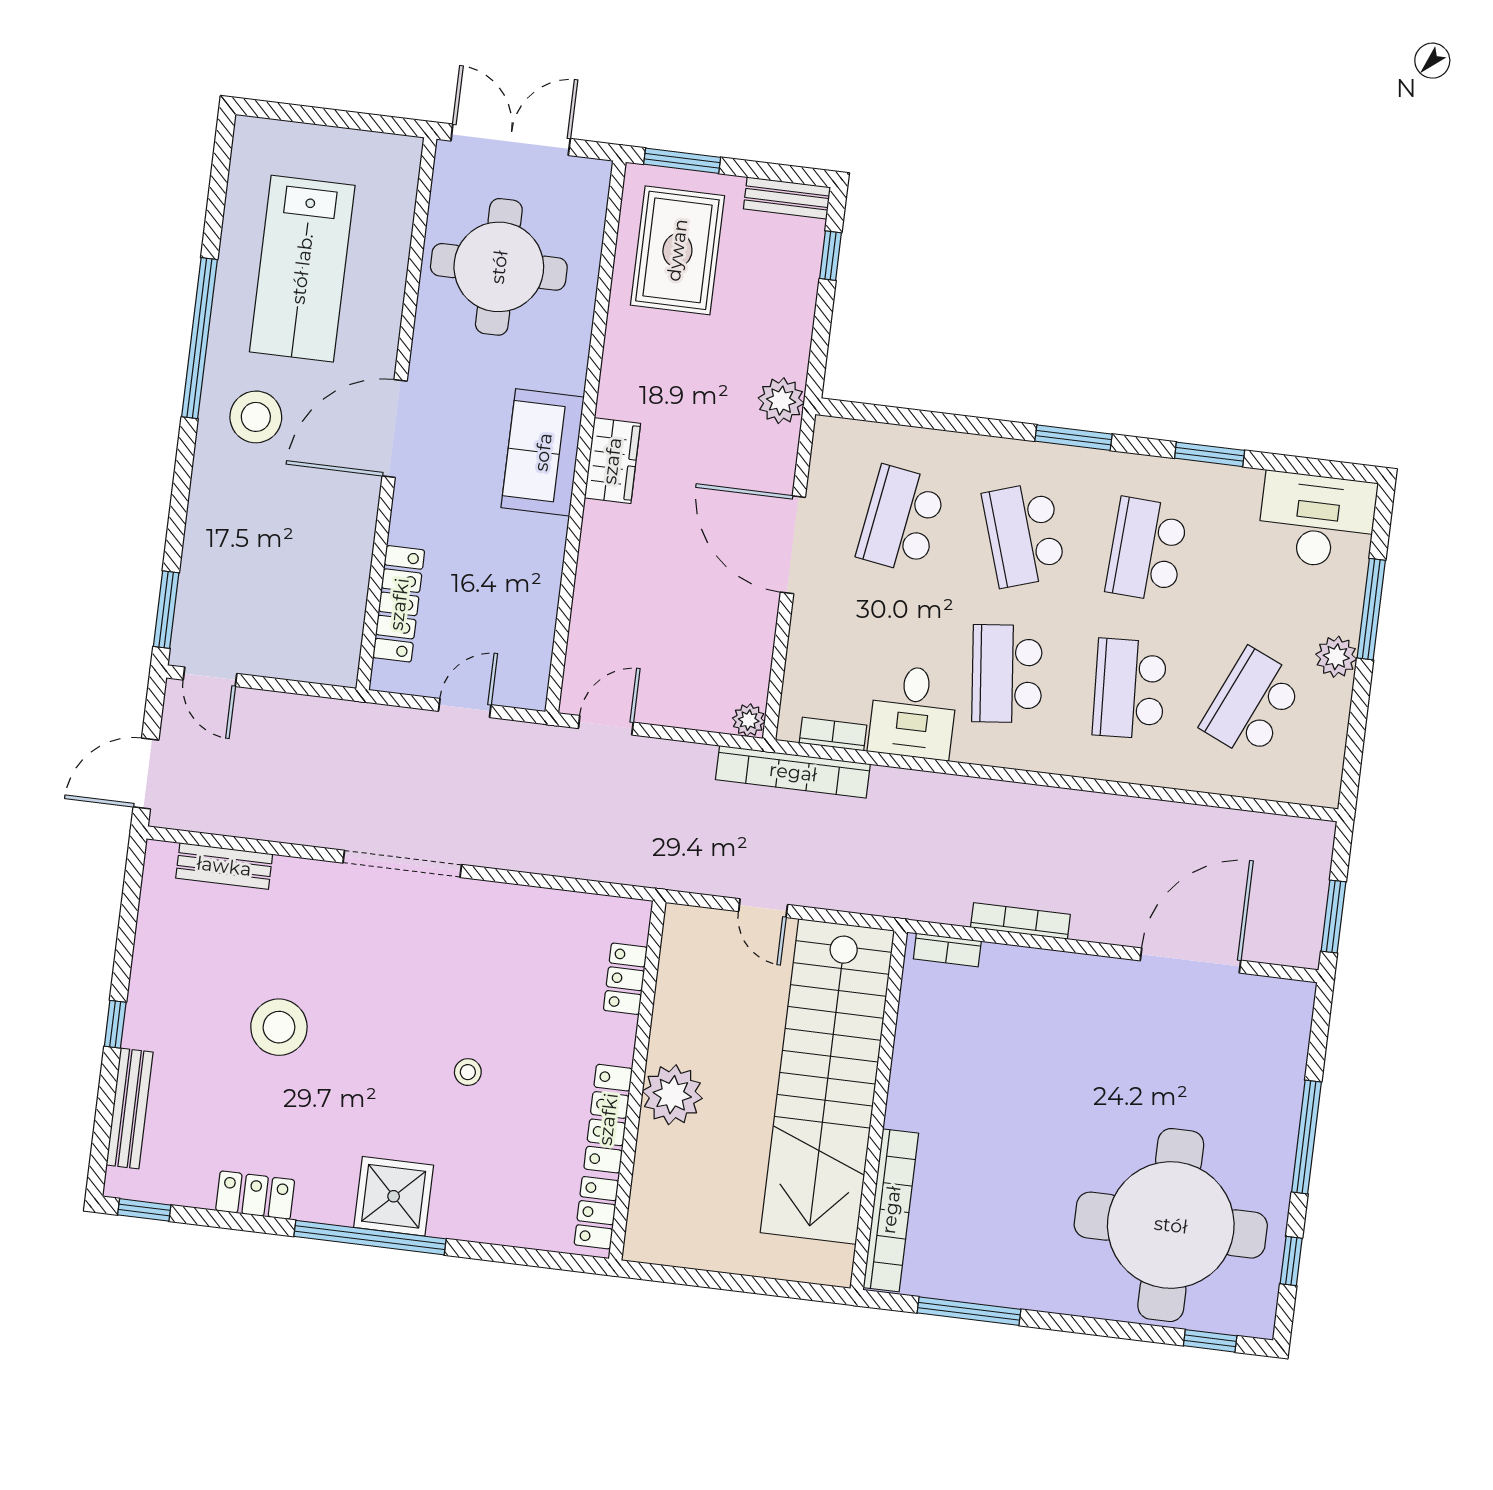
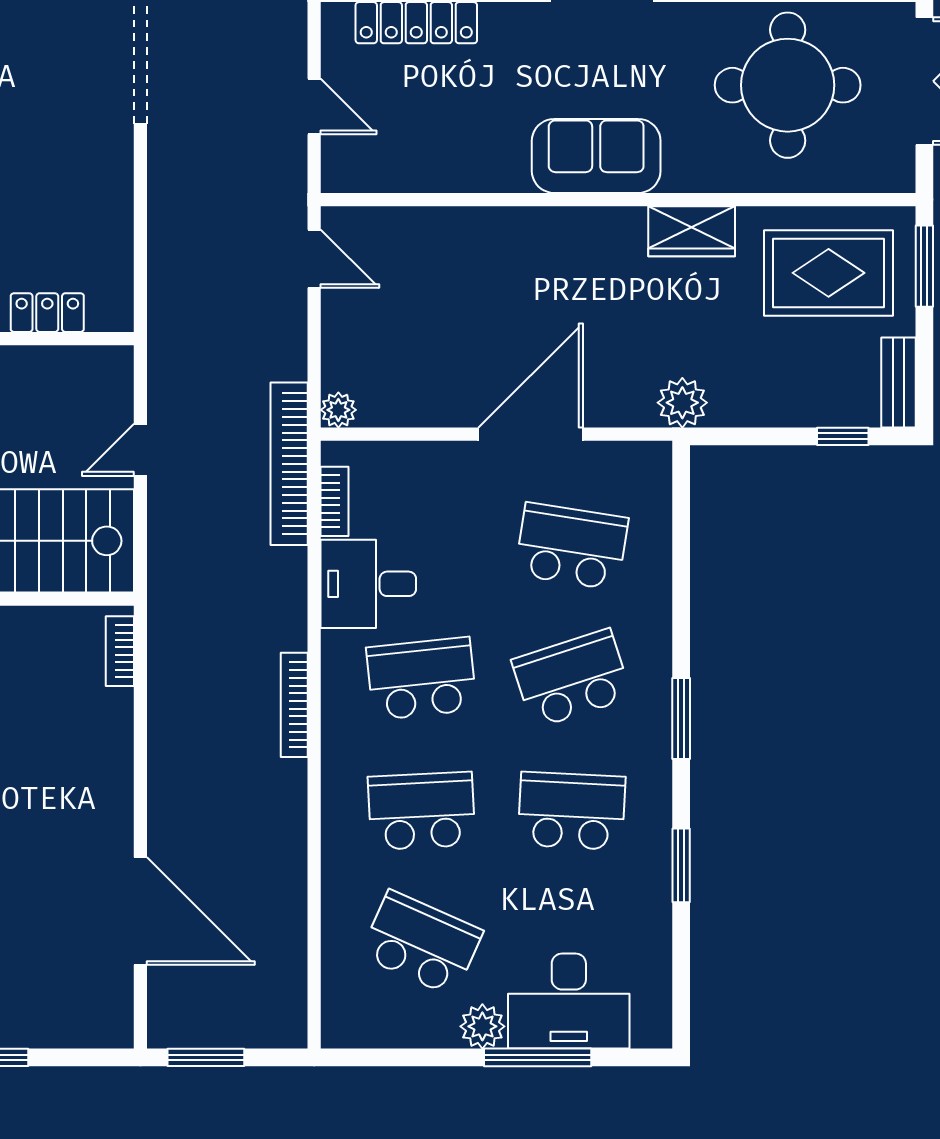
wardrobe: (612, 461) -> (692, 231), moved
desk: (1317, 520) -> (569, 1001), moved, turned 90
bookcase: (1020, 921) -> (294, 705), moved, turned 180

